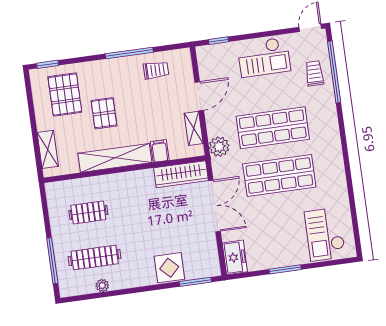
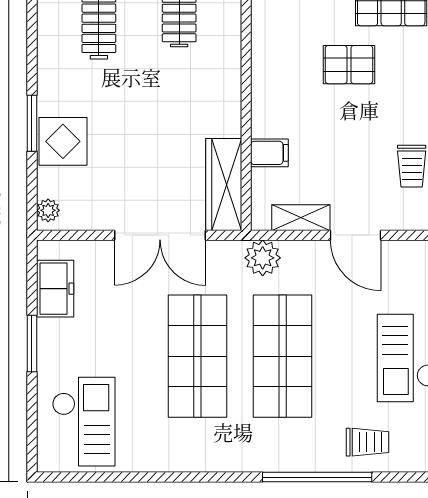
window: (334, 72) -> (317, 477), moved
shelving: (115, 158) -> (268, 73), removed
checkout: (325, 234) -> (84, 422), turned 90
freezer: (235, 257) -> (55, 289), moved, turned -90
window: (195, 282) -> (32, 123), moved
plant: (102, 286) -> (48, 210), moved

